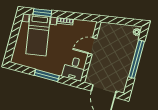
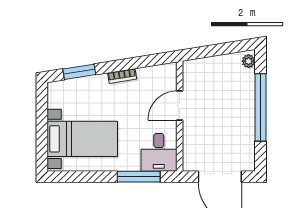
bed with nightstands: (38, 35) -> (82, 139), moved, turned -81
window: (47, 75) -> (139, 177), moved

